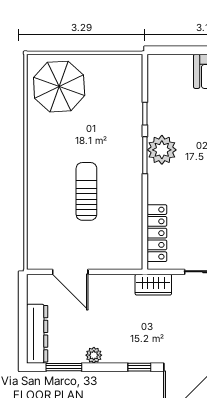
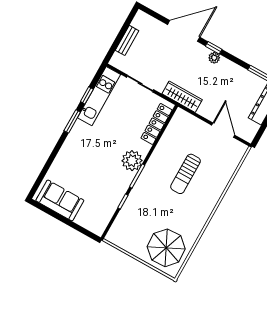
plant: (162, 150) -> (132, 161), moved
wardrobe: (153, 285) -> (182, 97), width x1.50
plant: (94, 355) -> (214, 58), moved

